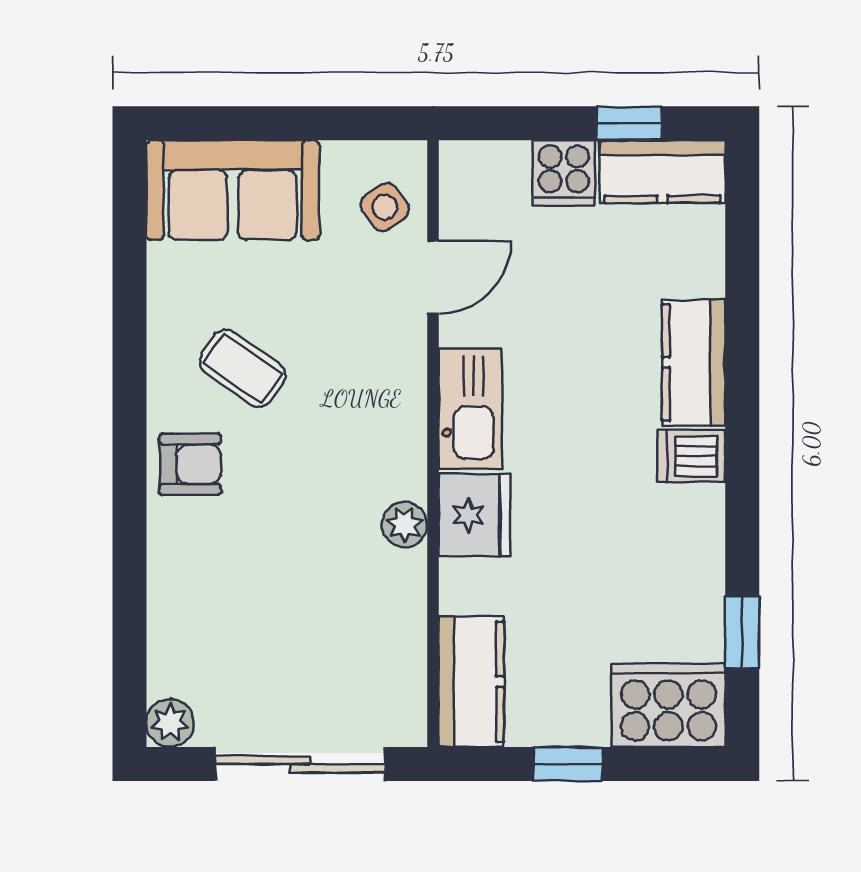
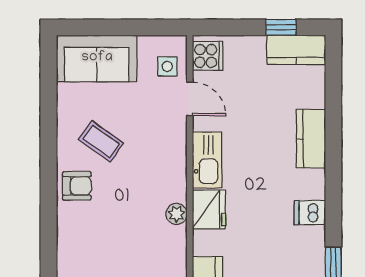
cooker: (564, 173) -> (207, 56), moved, turned -90
side table: (385, 207) -> (167, 66), turned 36
door: (433, 277) -> (190, 99), hinge flipped
dishwasher: (691, 456) -> (310, 213), moved

